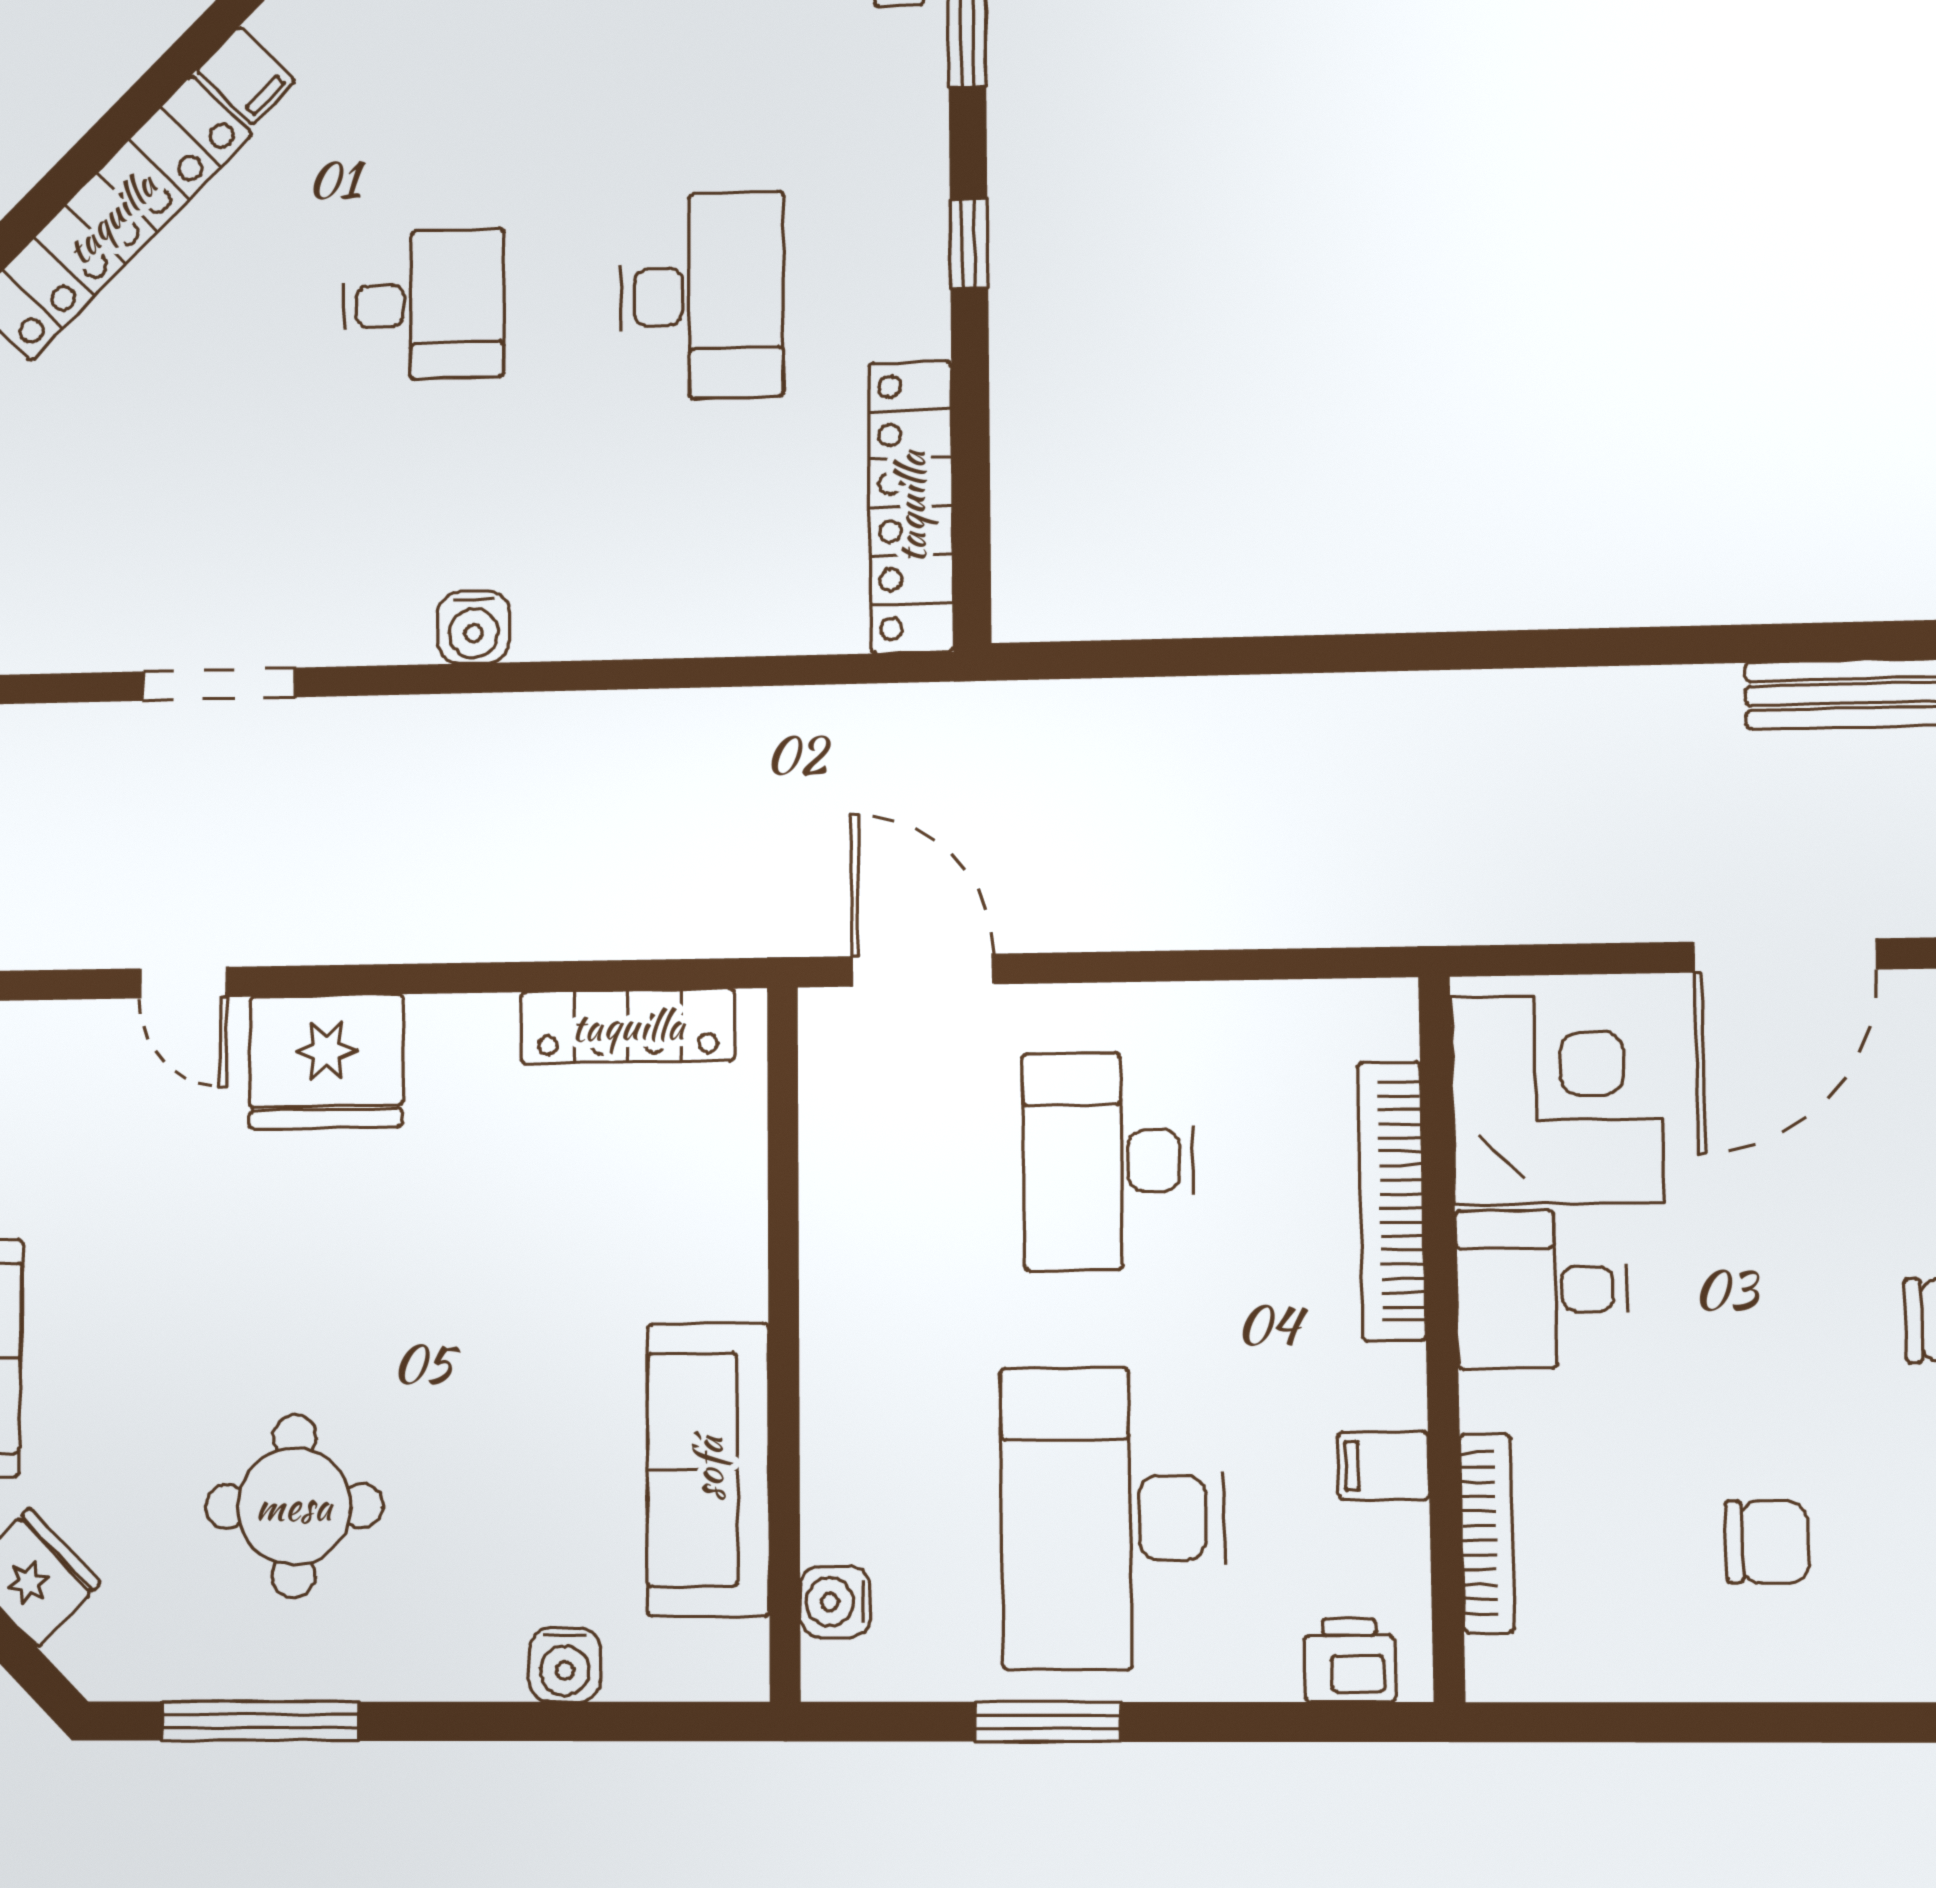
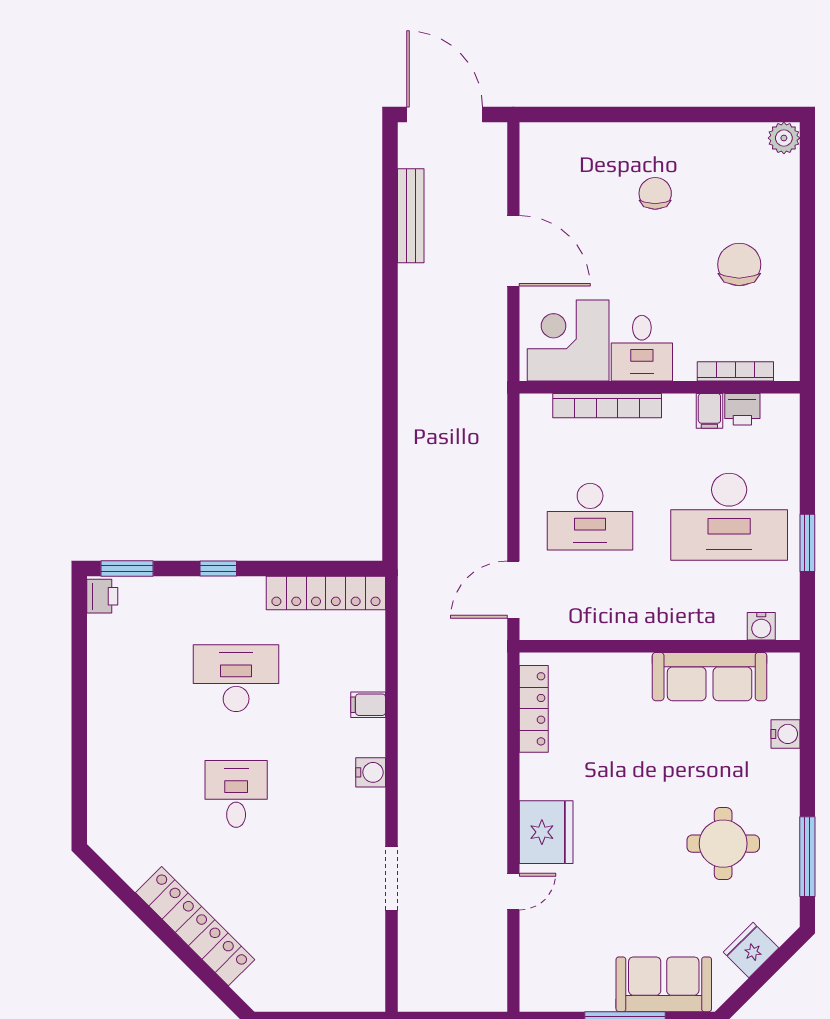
filing cabinet: (246, 76) -> (368, 705), moved, turned -135
chair: (1767, 1542) -> (739, 265), width x1.37, depth x1.37
printer: (1350, 1660) -> (742, 409), moved, turned -90

